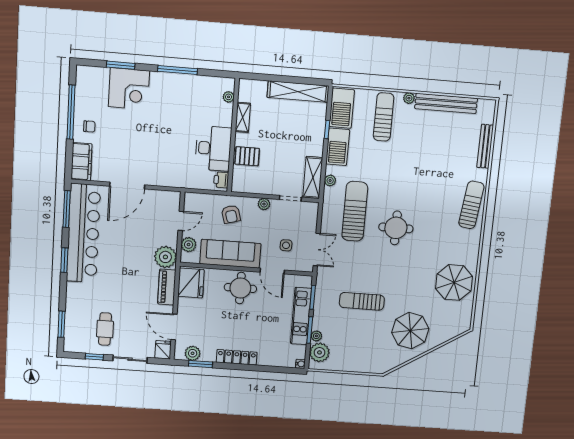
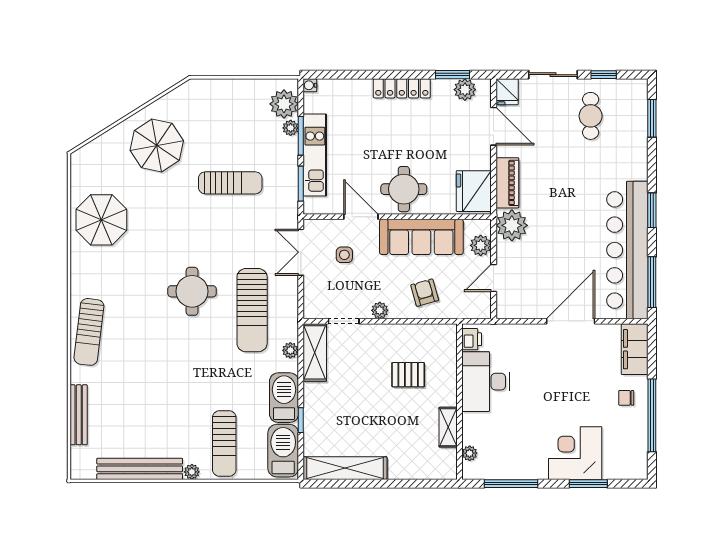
plant: (229, 97) -> (470, 453), moved
shelving: (243, 117) -> (448, 427), moved
wall: (233, 135) -> (460, 402), moved
desk: (213, 148) -> (486, 382), moved
printer: (221, 180) -> (472, 339), moved

